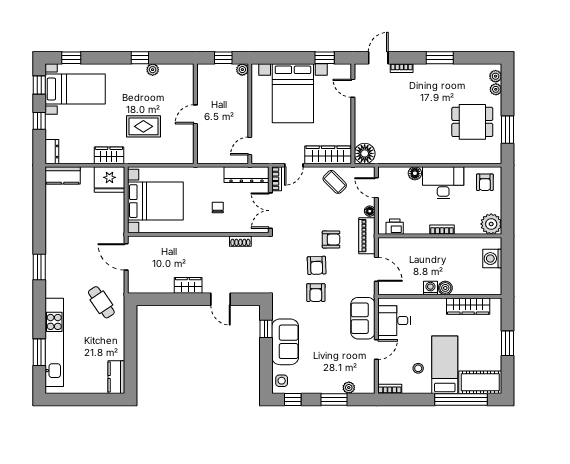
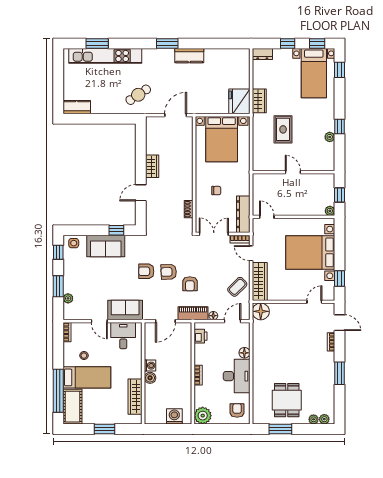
kitchen counter: (63, 175) -> (189, 56), moved, turned -90
armchair: (485, 182) -> (237, 410), turned 90

